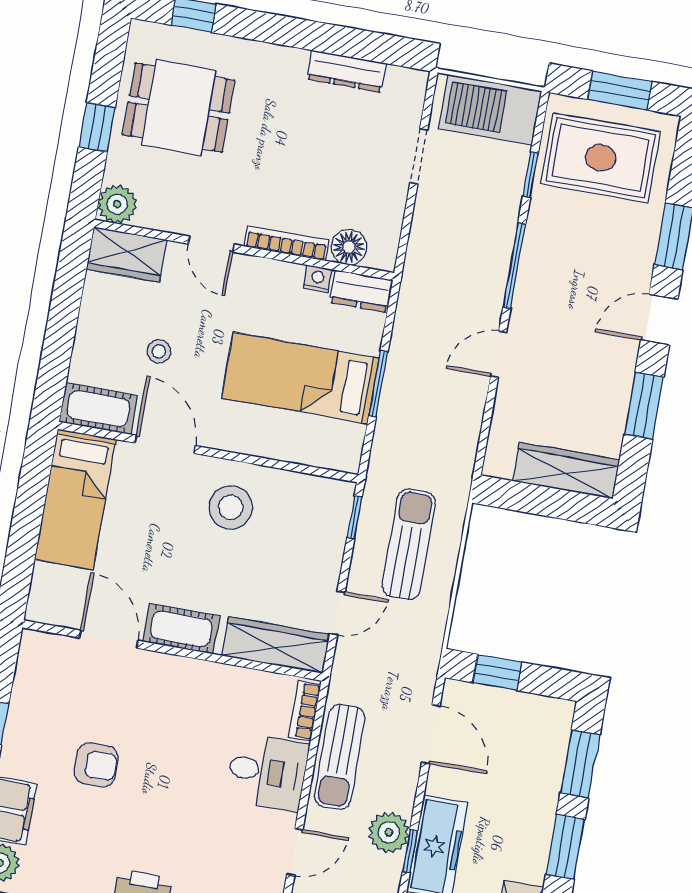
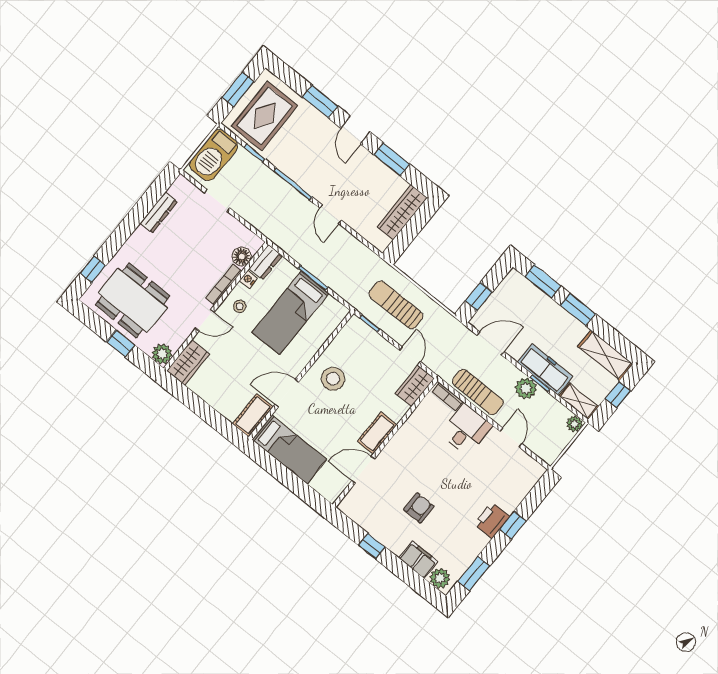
dining table: (179, 108) -> (133, 300), width x1.38
stool: (159, 351) -> (240, 306), moved
wardrobe: (276, 645) -> (415, 386), width x0.67

